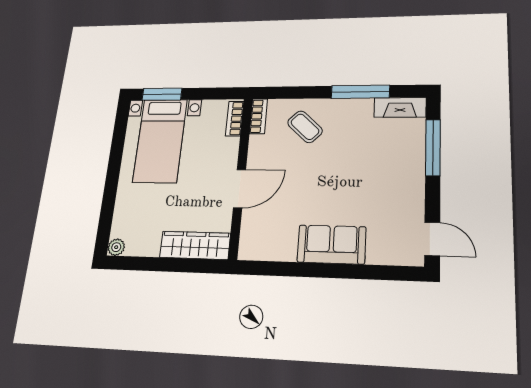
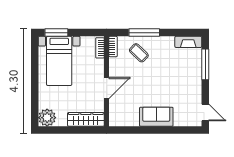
window: (360, 92) -> (144, 33), moved
plant: (116, 247) -> (47, 118), width x1.88, depth x1.88

